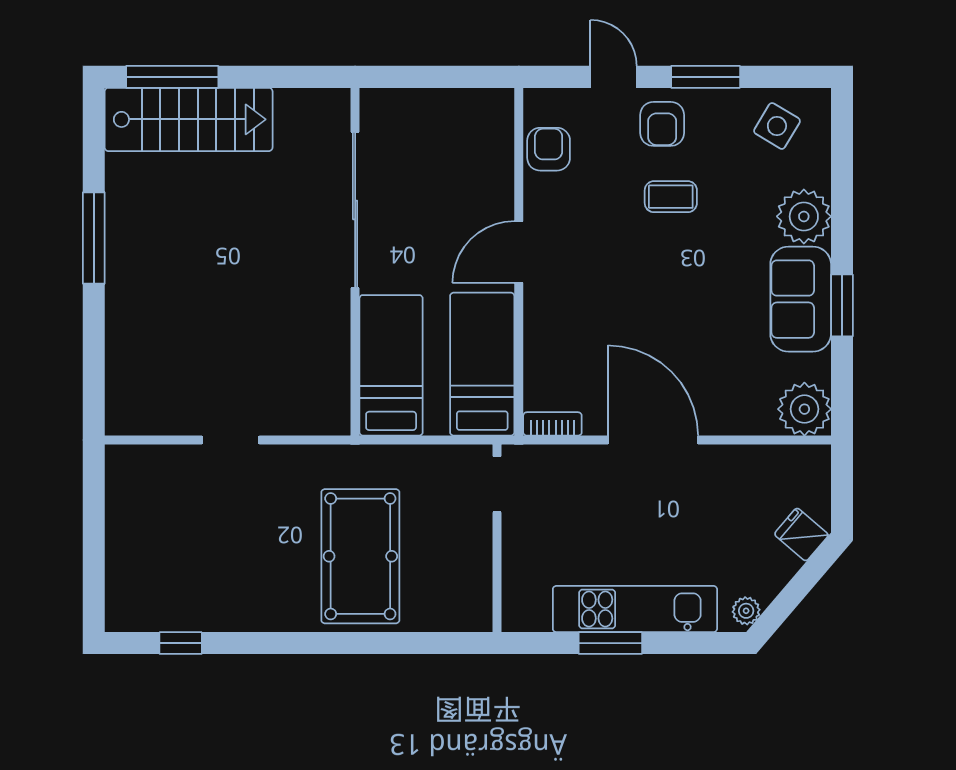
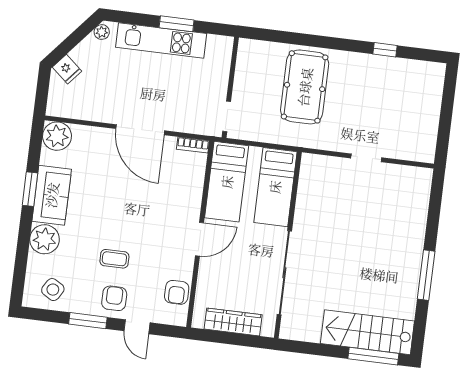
wardrobe: (438, 108) -> (233, 322), added
window: (181, 643) -> (385, 50), moved

